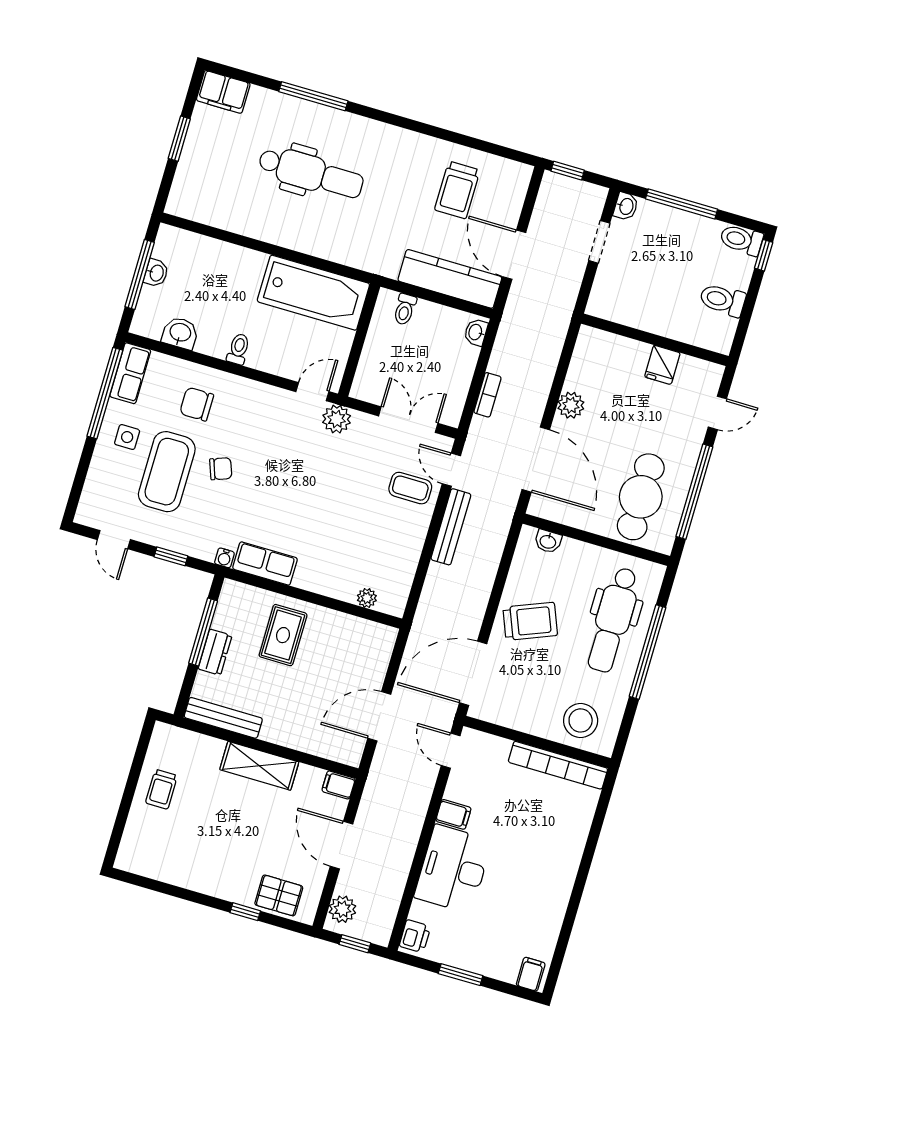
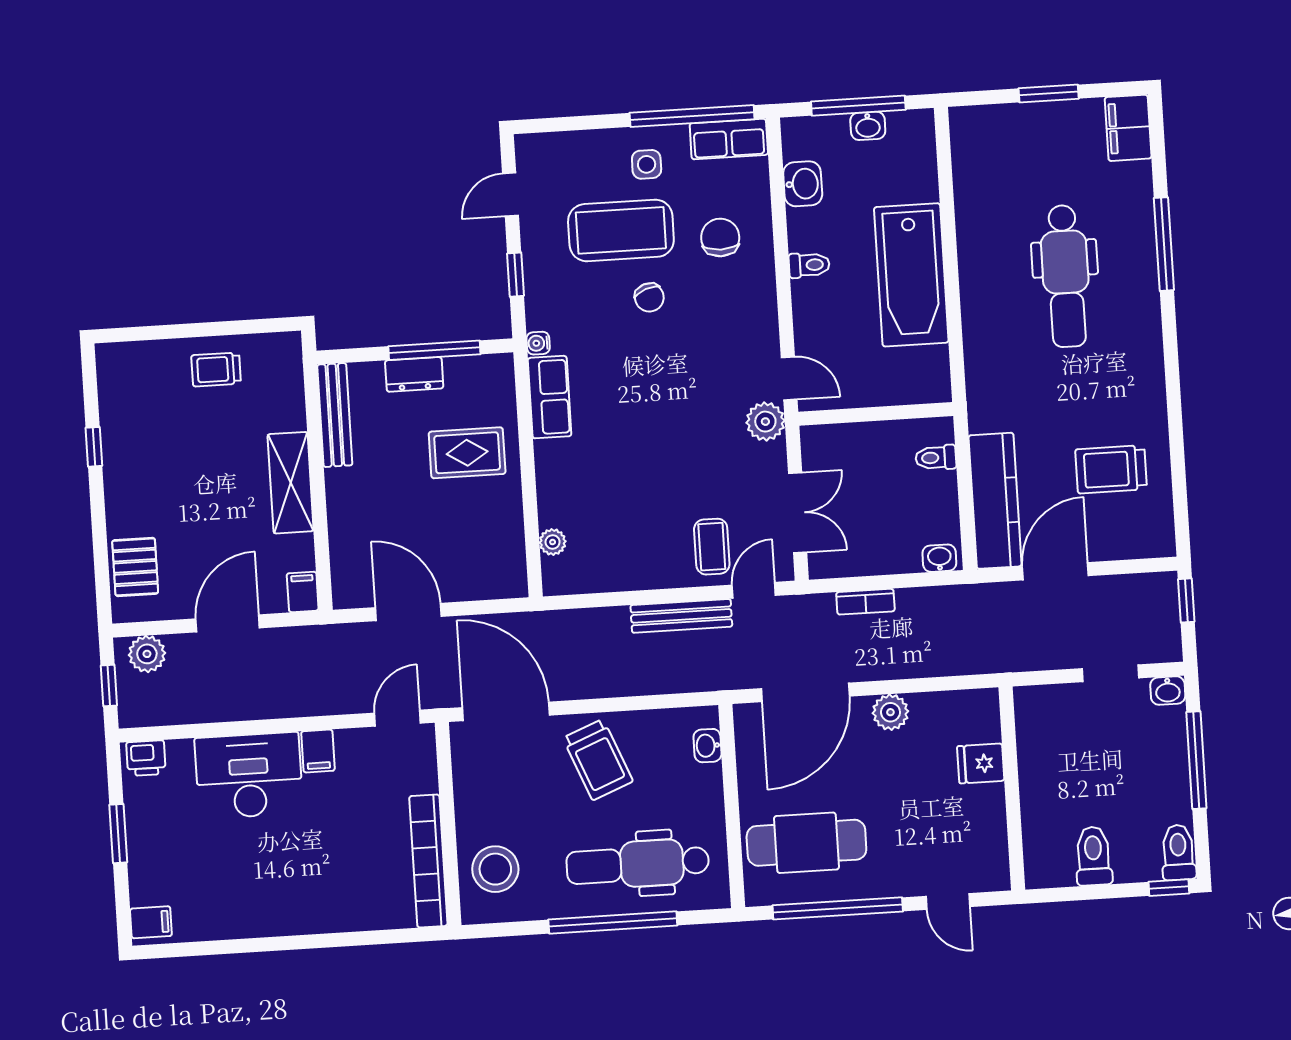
bathtub: (313, 293) -> (911, 275), moved
fridge: (662, 365) -> (981, 763), moved
window: (245, 912) -> (94, 447), moved

